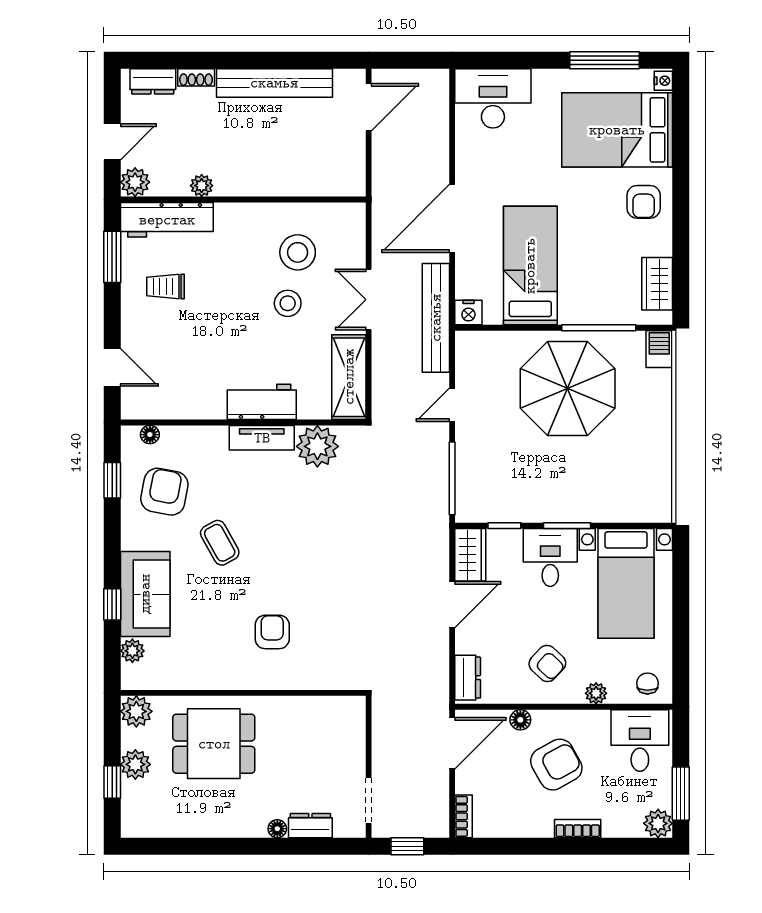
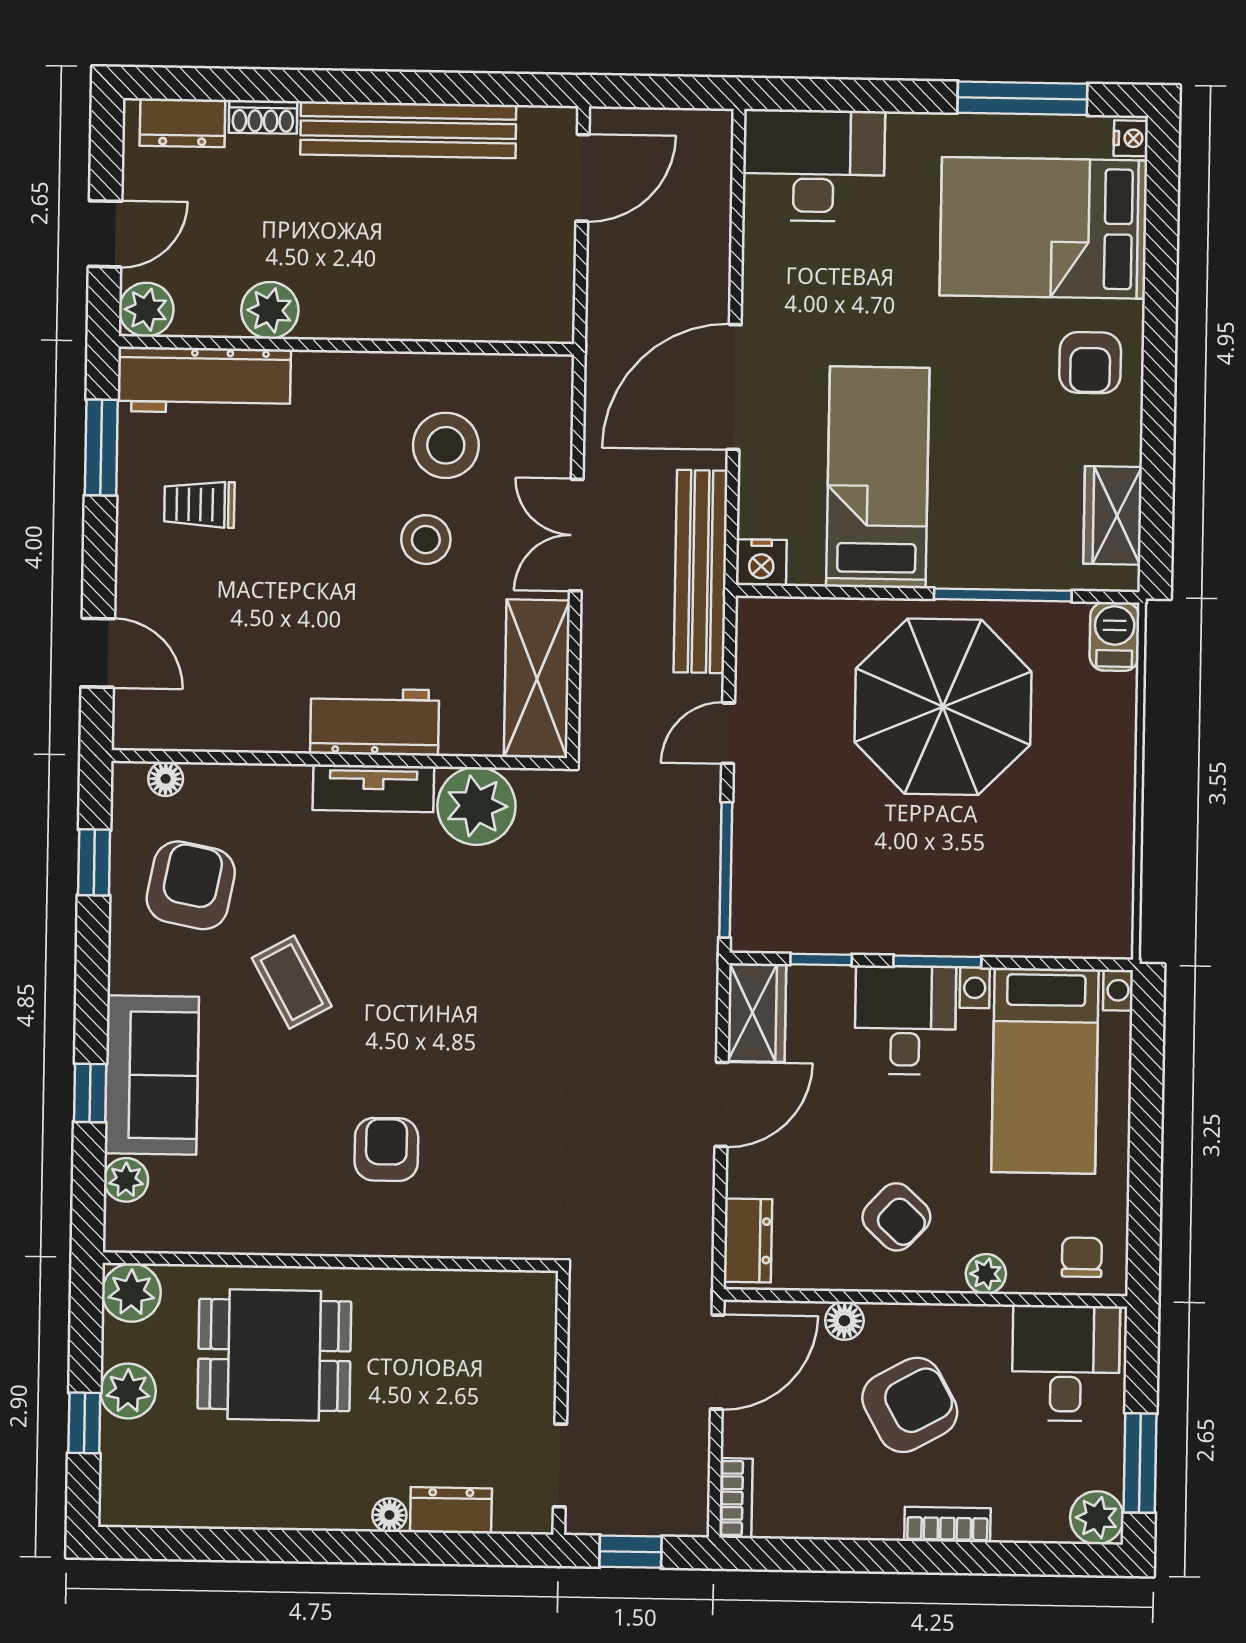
plant: (202, 186) -> (270, 310), width x1.38, depth x1.38

